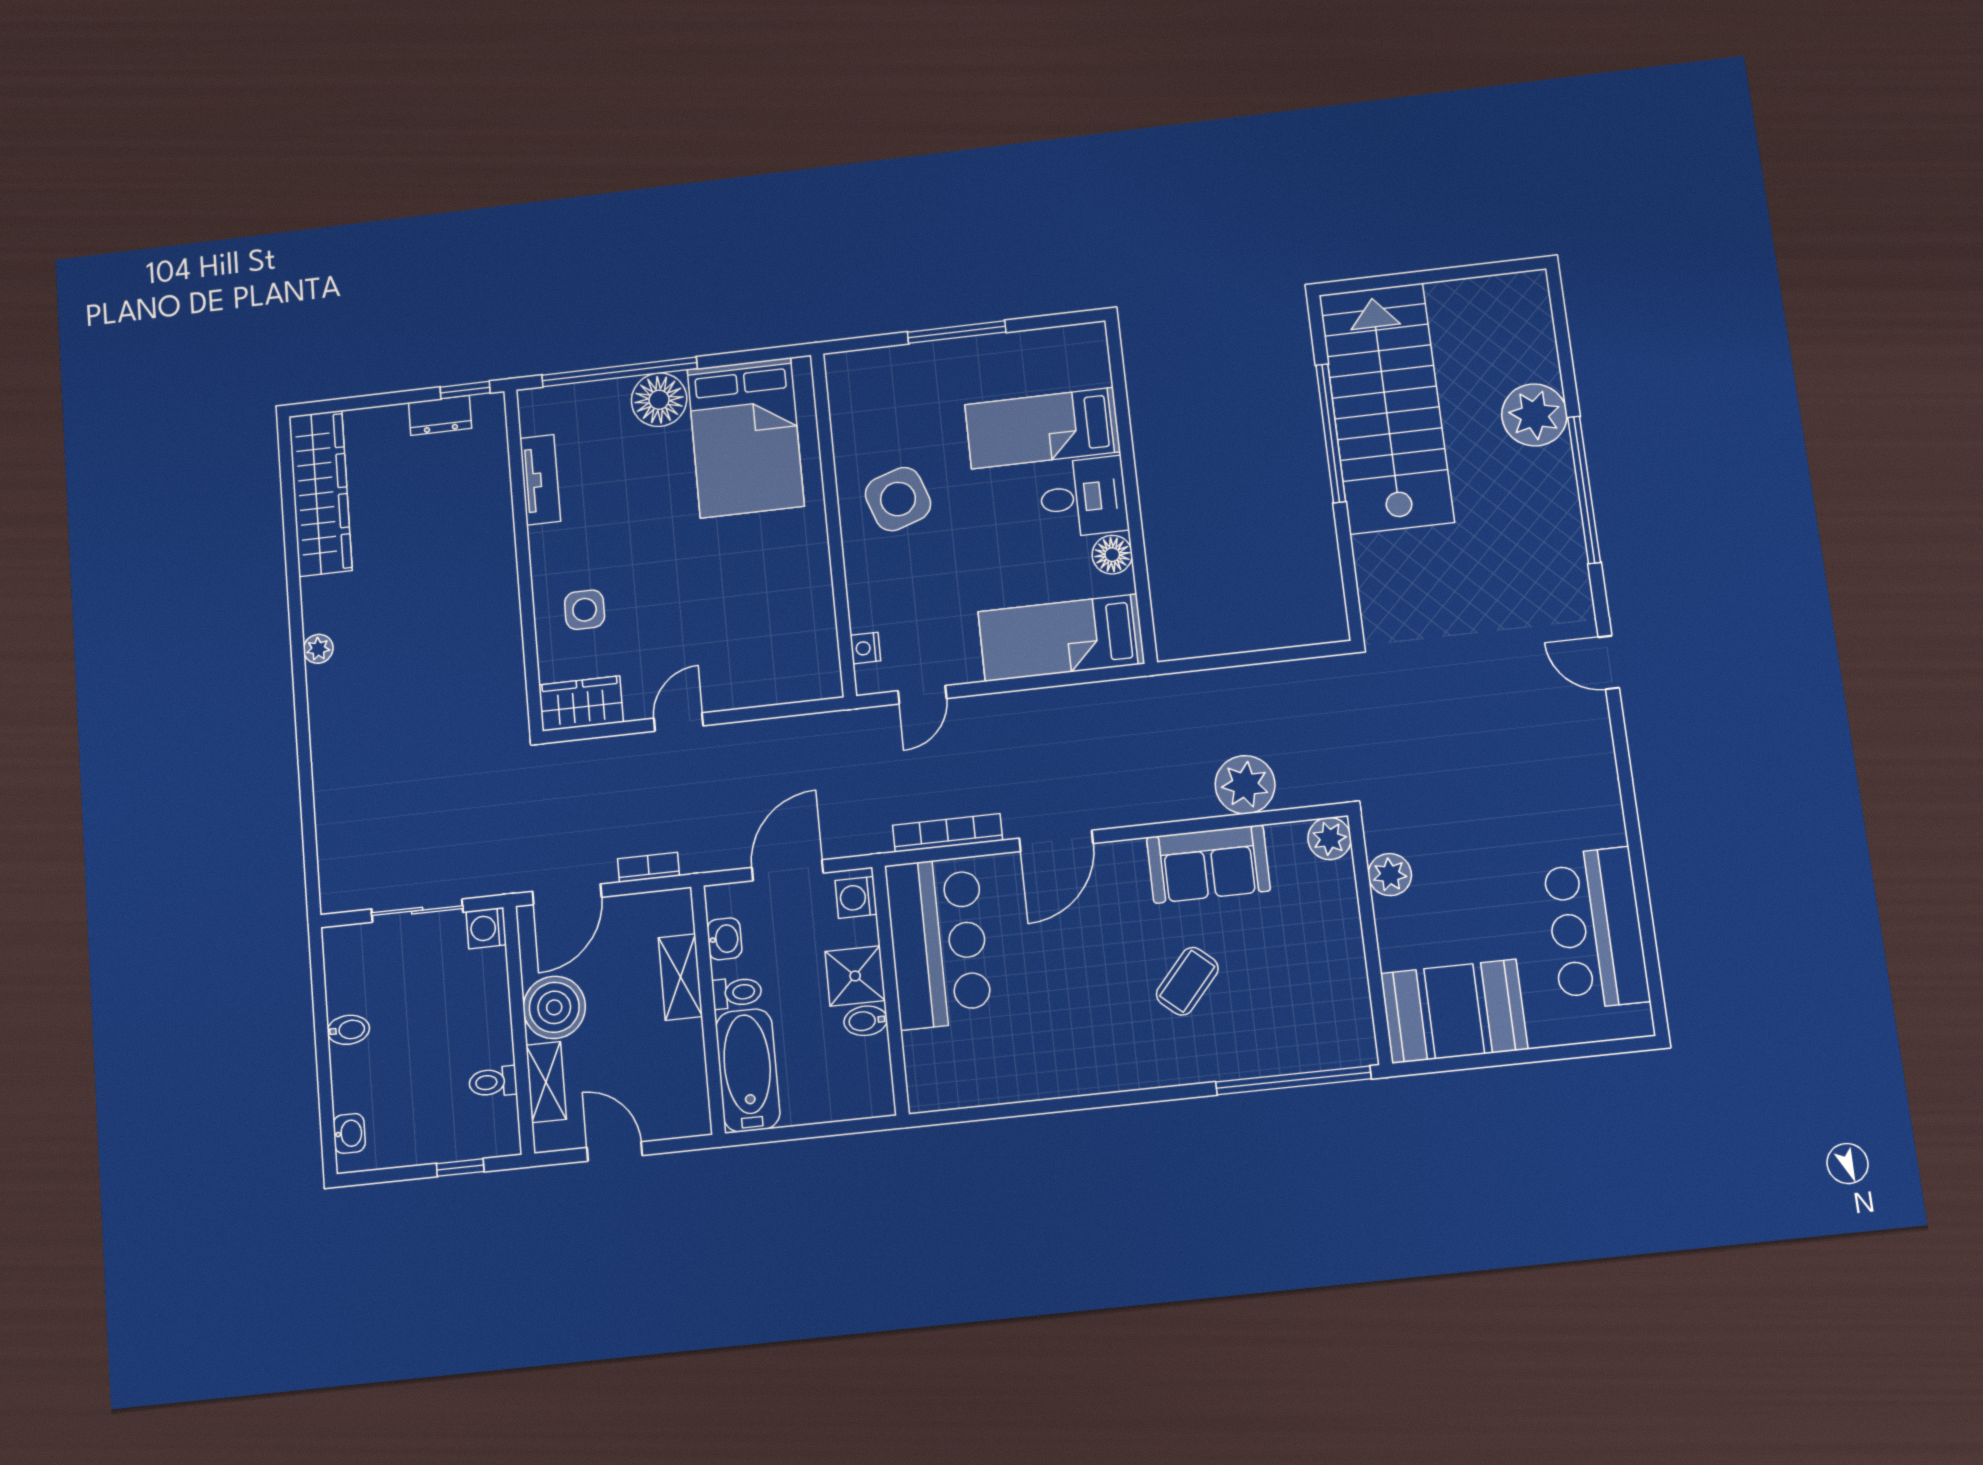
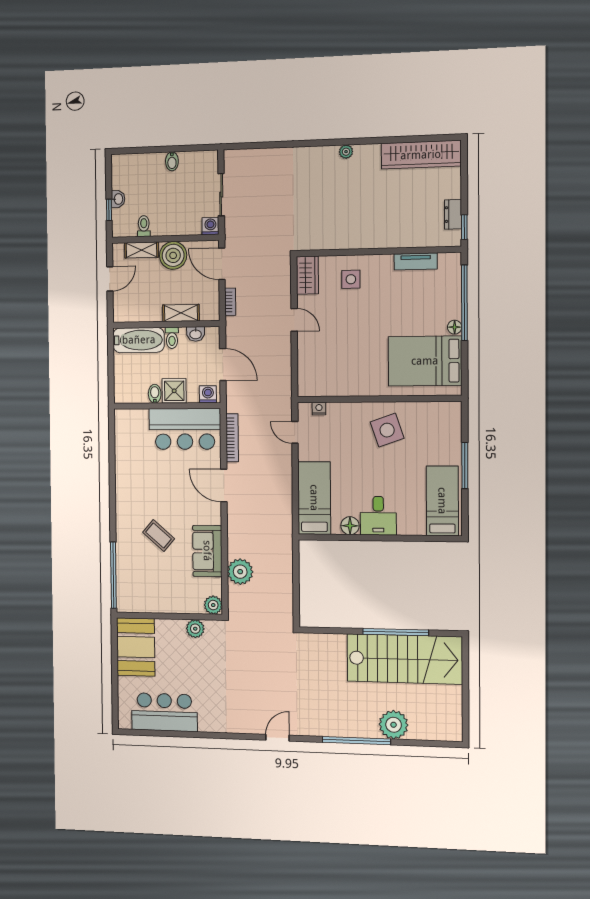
floor lamp: (659, 400) -> (455, 327), width x0.53, depth x0.53
bed: (1042, 428) -> (442, 501), moved
washbasin: (349, 1133) -> (118, 199), moved, turned -90

